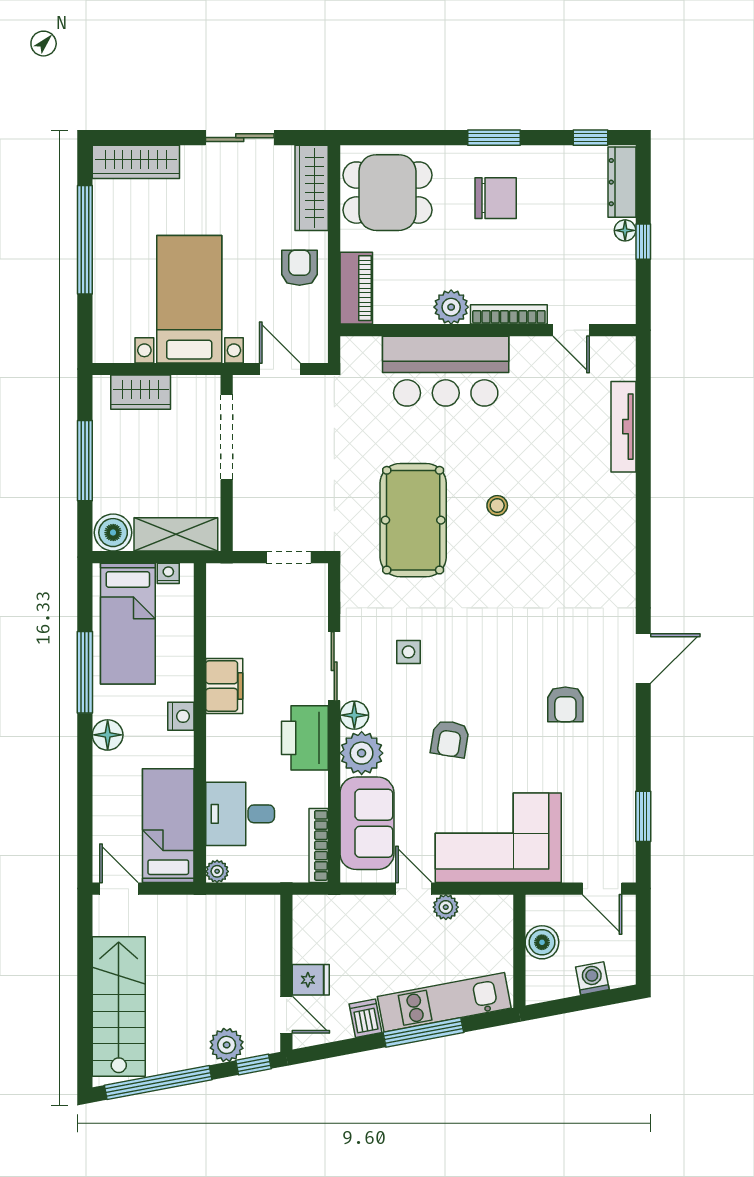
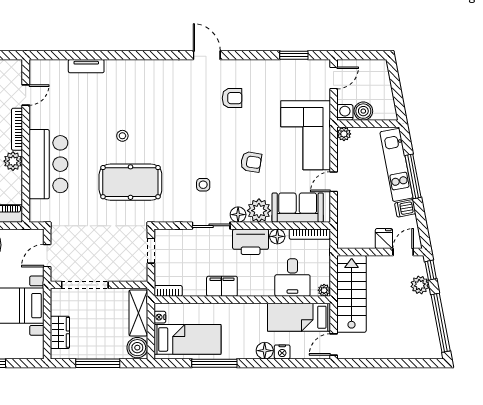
tv unit: (623, 427) -> (86, 66), width x0.71
bookcase: (216, 588) -> (168, 291), added
nightstand: (181, 716) -> (282, 352), moved, turned 180
floor lamp: (108, 735) -> (265, 351), moved
floor lamp: (315, 786) -> (277, 236), added
plant: (446, 907) -> (344, 134), moved
washing machine: (592, 978) -> (345, 112), moved, turned 101
stairs: (119, 1007) -> (352, 294), moved, turned 90

